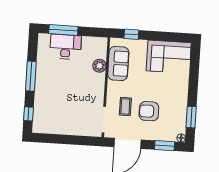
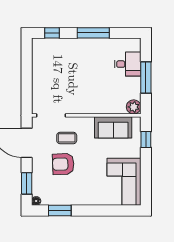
window: (63, 30) -> (146, 78), moved
desk: (66, 47) -> (128, 64), width x0.73
plant: (99, 66) -> (134, 107), moved
armchair: (149, 111) -> (63, 164), turned -92

